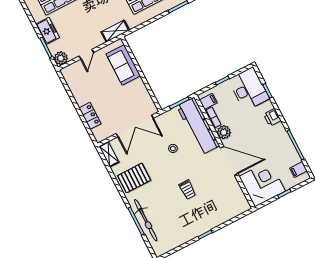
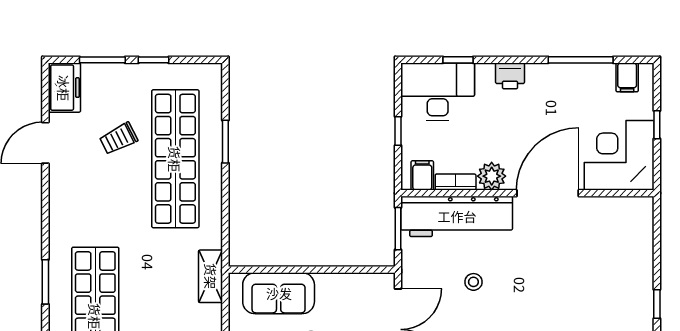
trolley: (187, 190) -> (560, 294), removed

